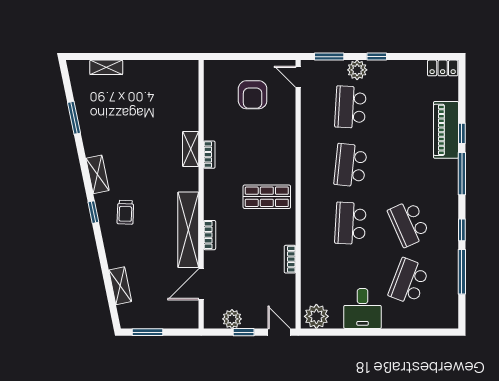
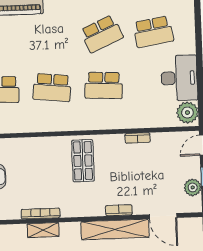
bookcase: (209, 155) -> (41, 214), width x1.56
school desk: (409, 281) -> (153, 32), turned -30
desk: (363, 309) -> (179, 78), width x1.37

